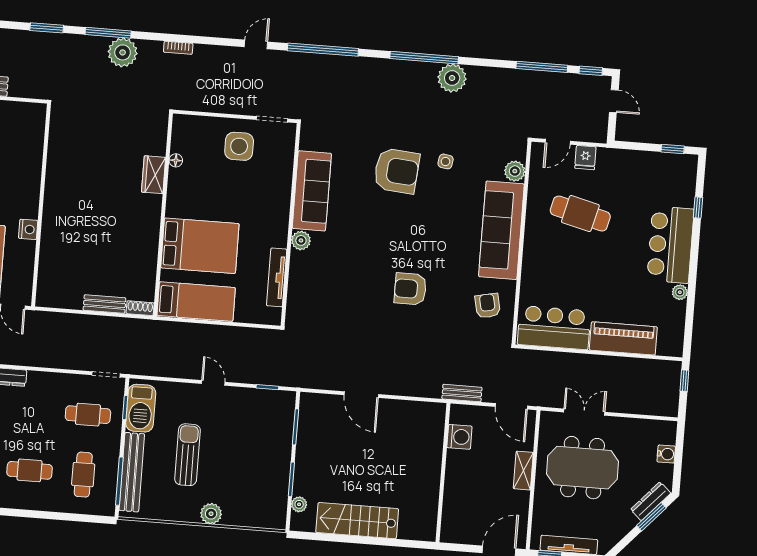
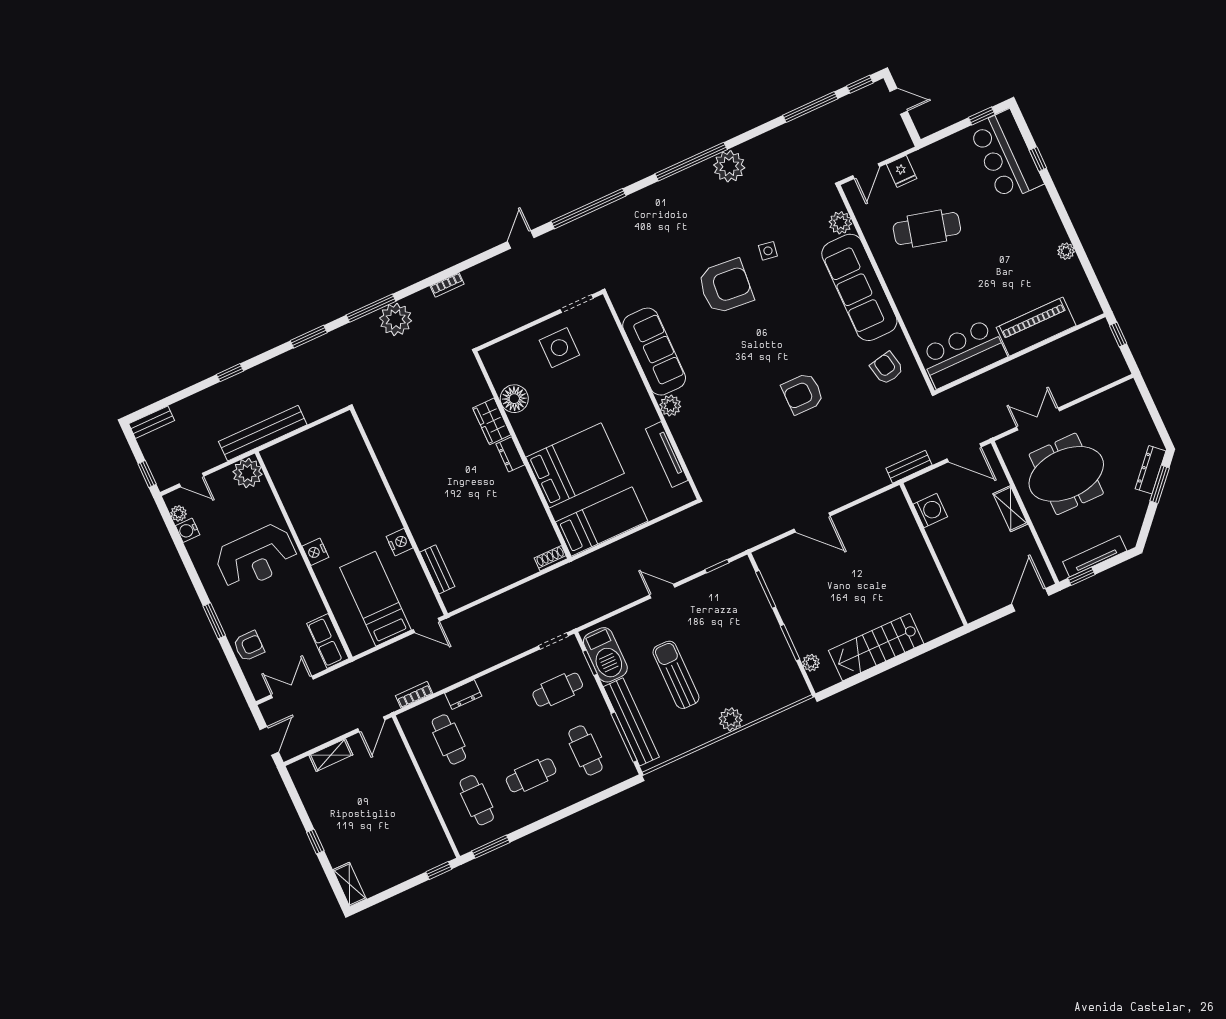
floor lamp: (176, 160) -> (514, 399), width x1.89, depth x1.89
dresser: (154, 209) -> (510, 454), added
bar counter: (670, 245) -> (1006, 156), moved
bench: (104, 304) -> (437, 569), moved, turned 90
water cooler: (666, 454) -> (1140, 416), removed

